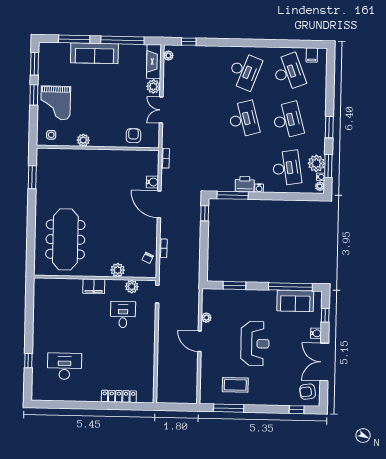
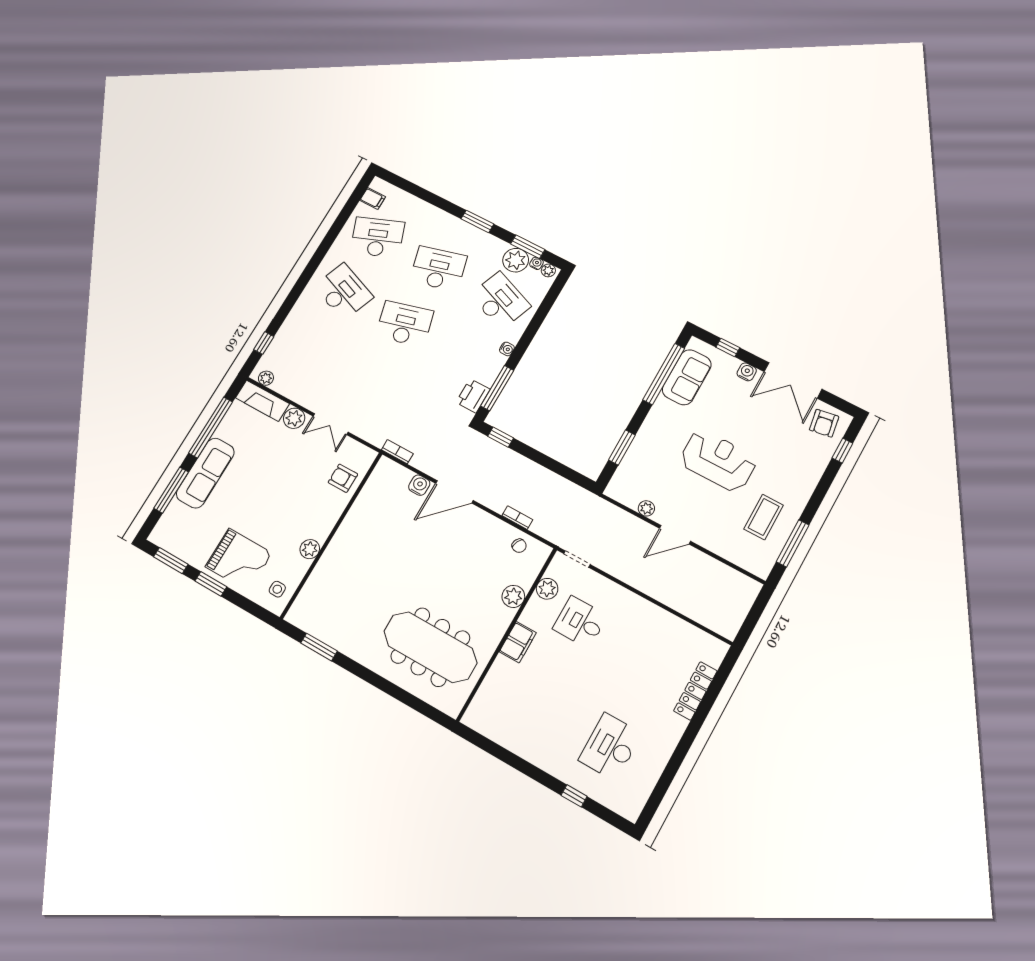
desk: (287, 168) -> (500, 301), turned 30
printer: (245, 184) -> (473, 396), moved

